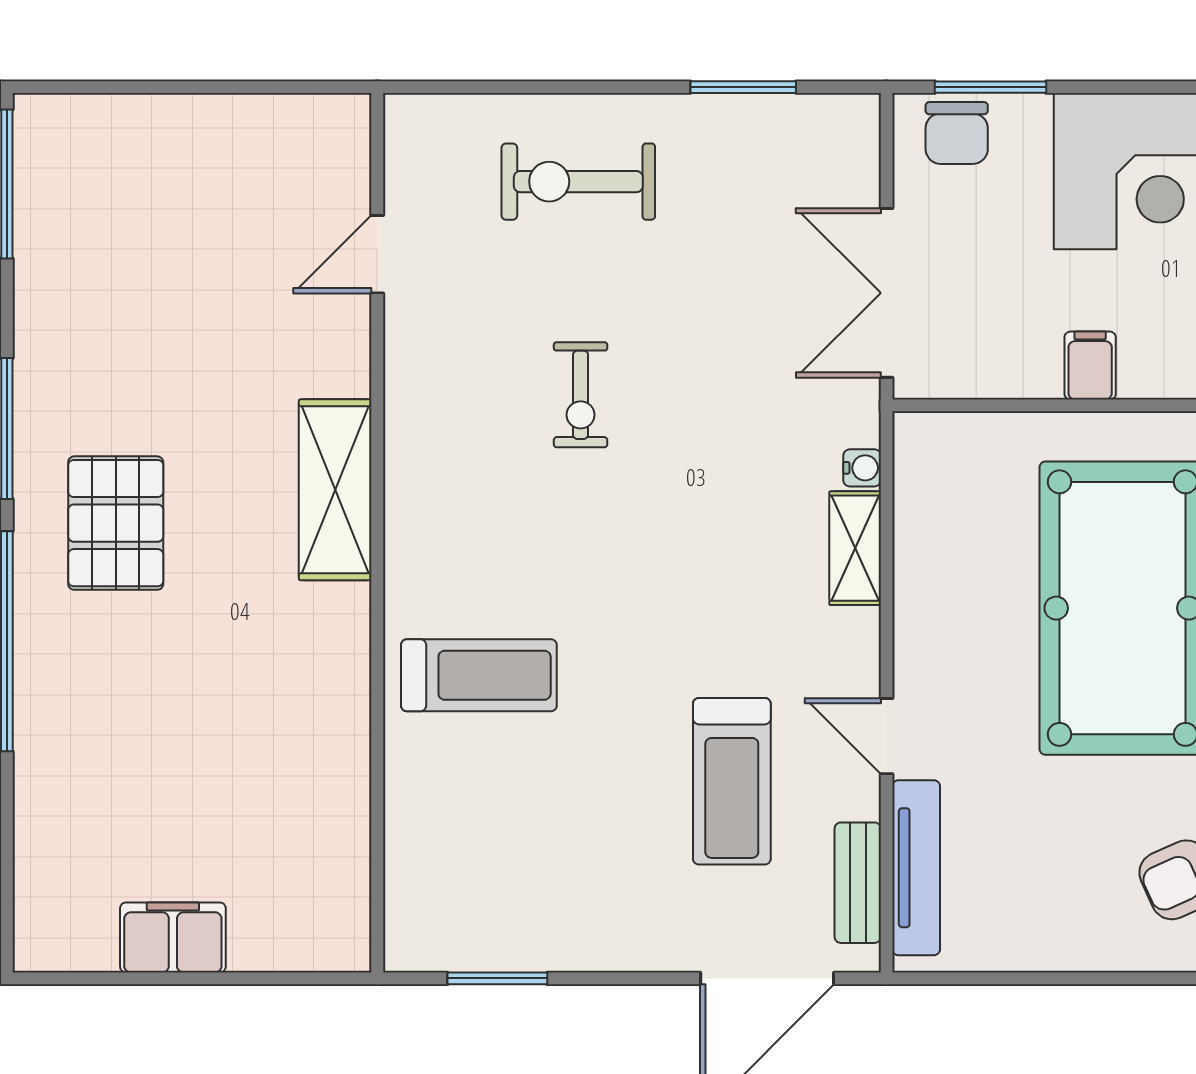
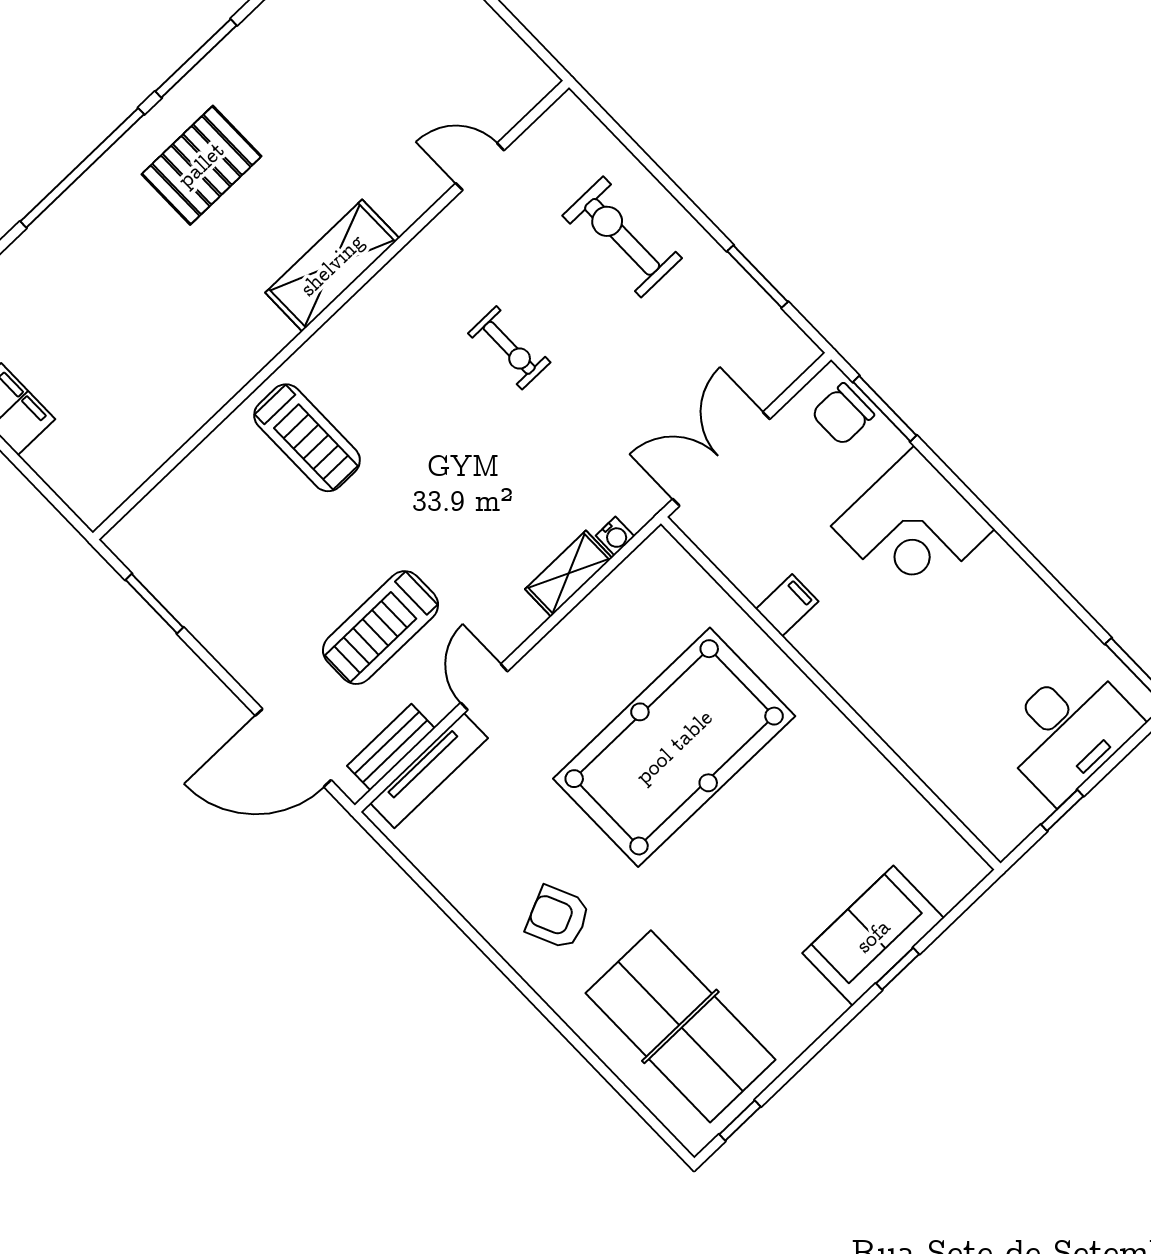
exercise bike: (581, 395) -> (509, 348), turned -90

